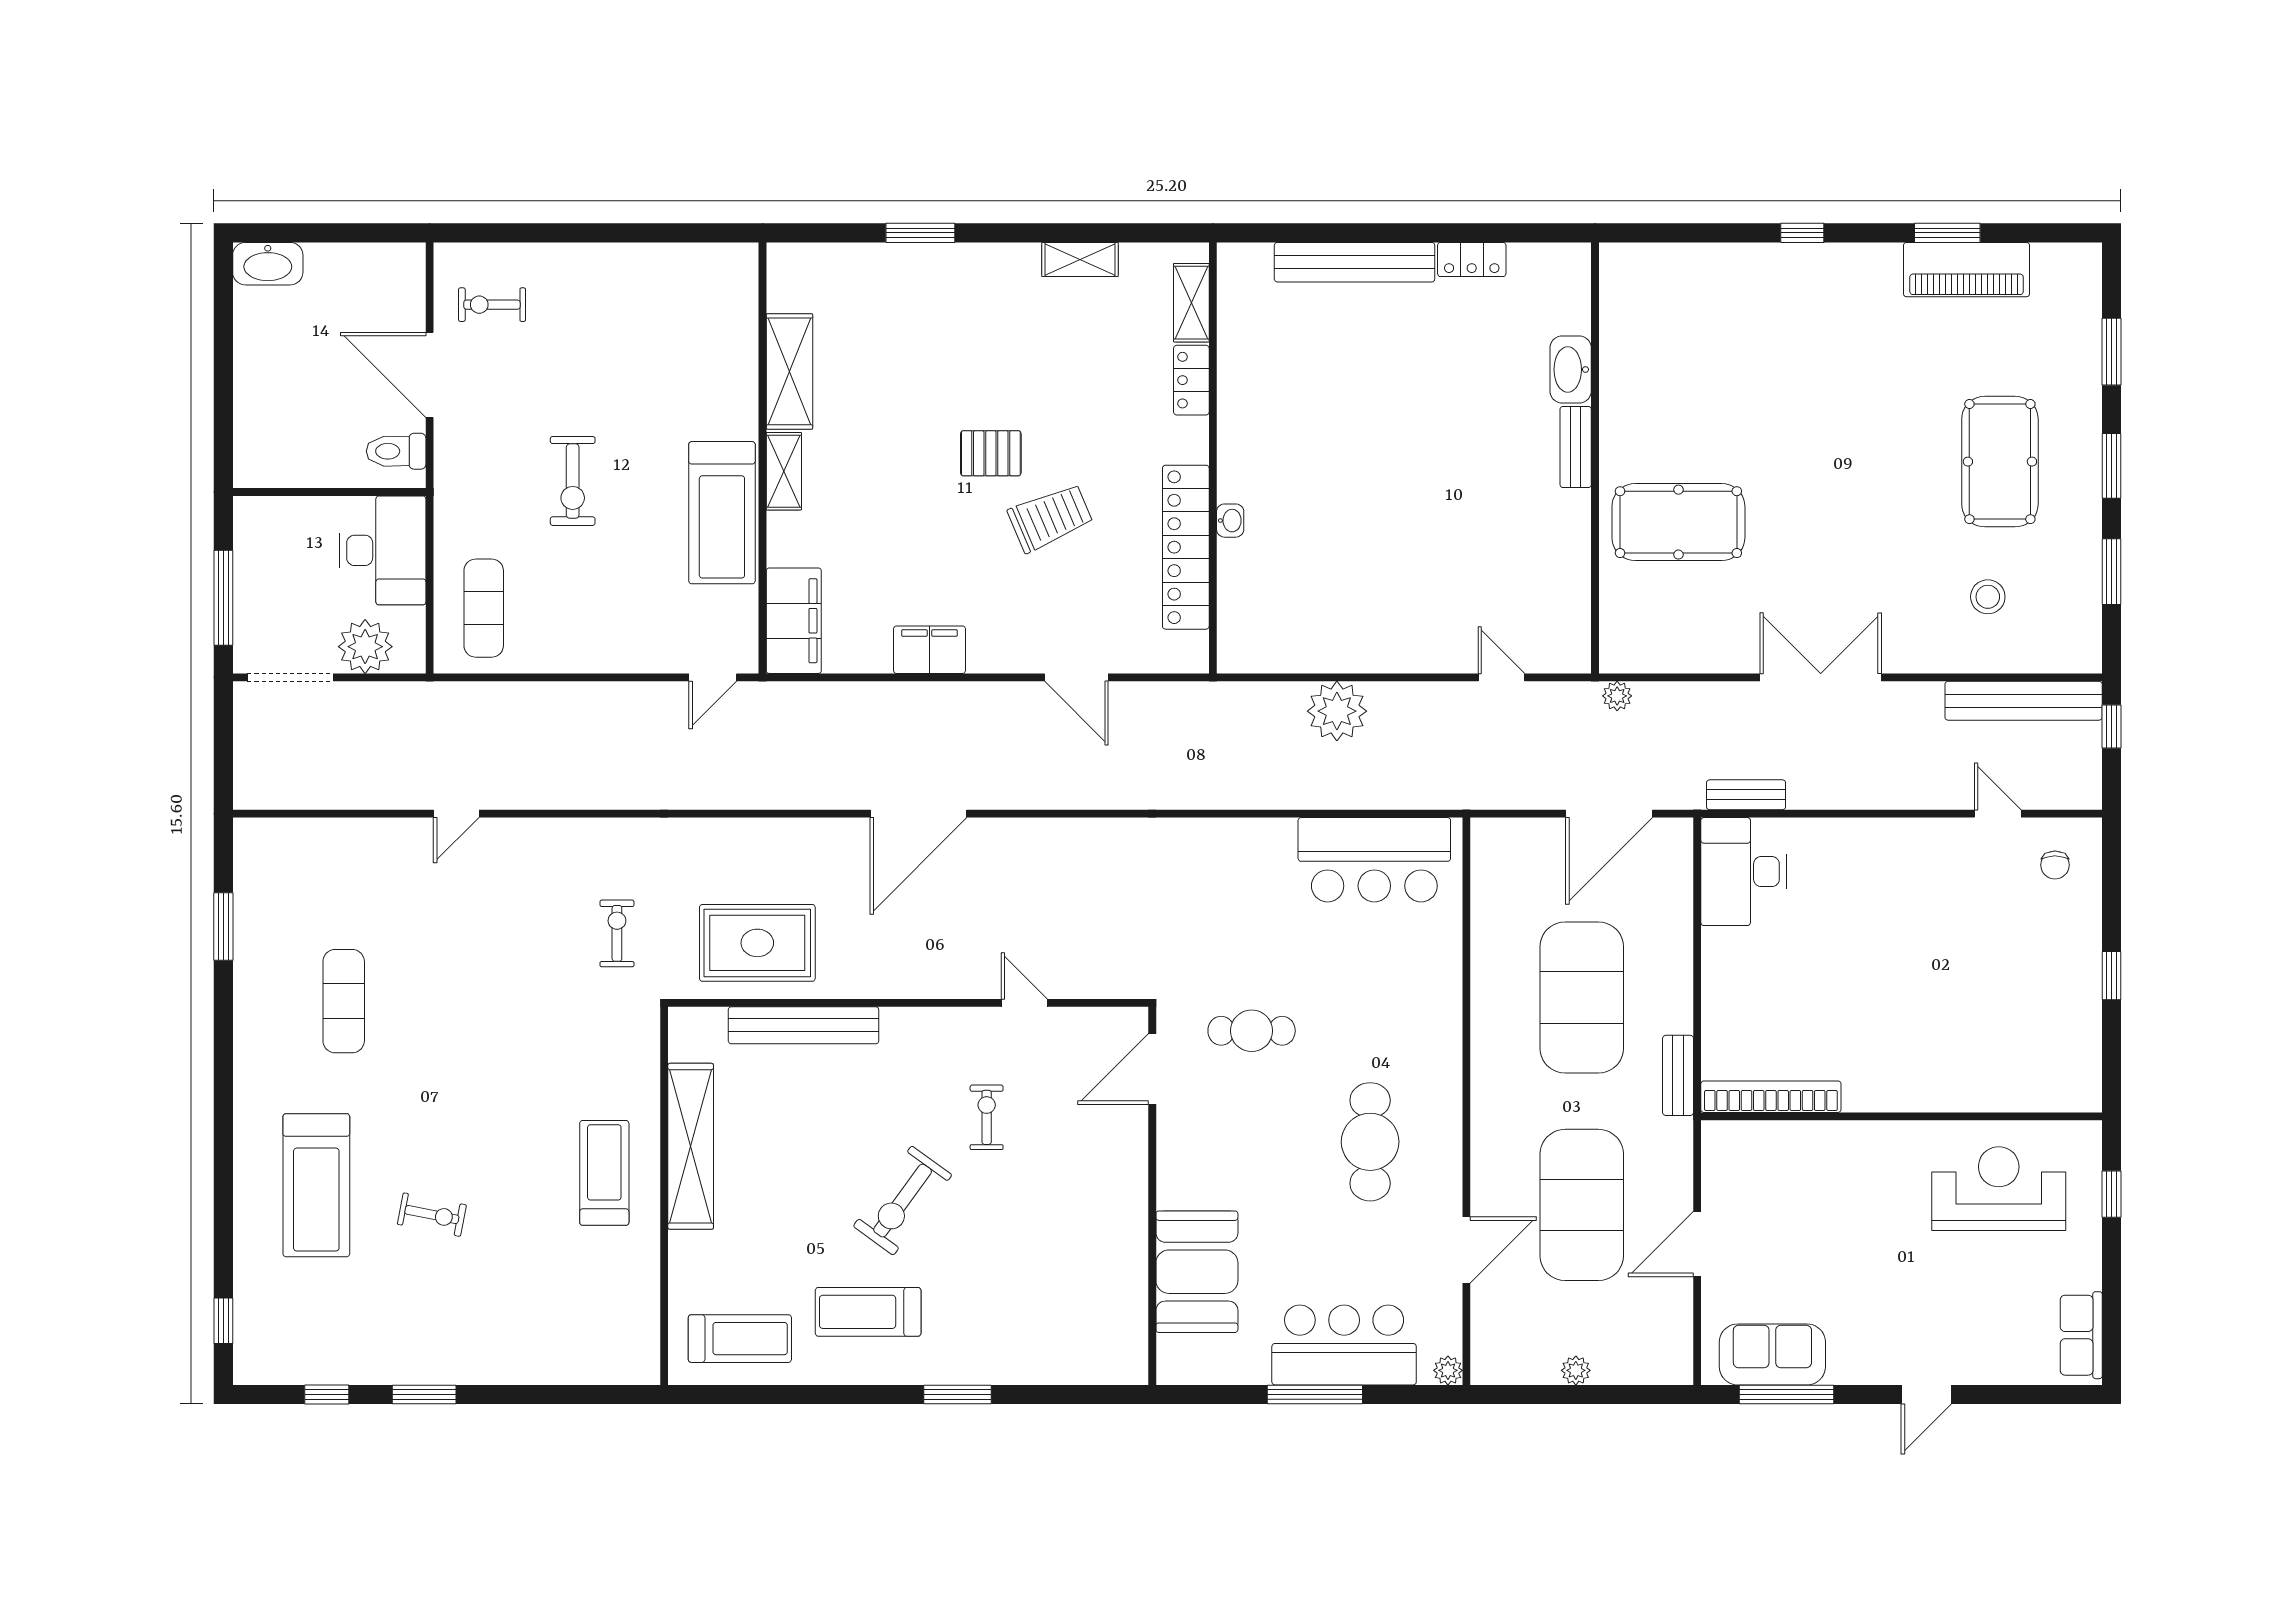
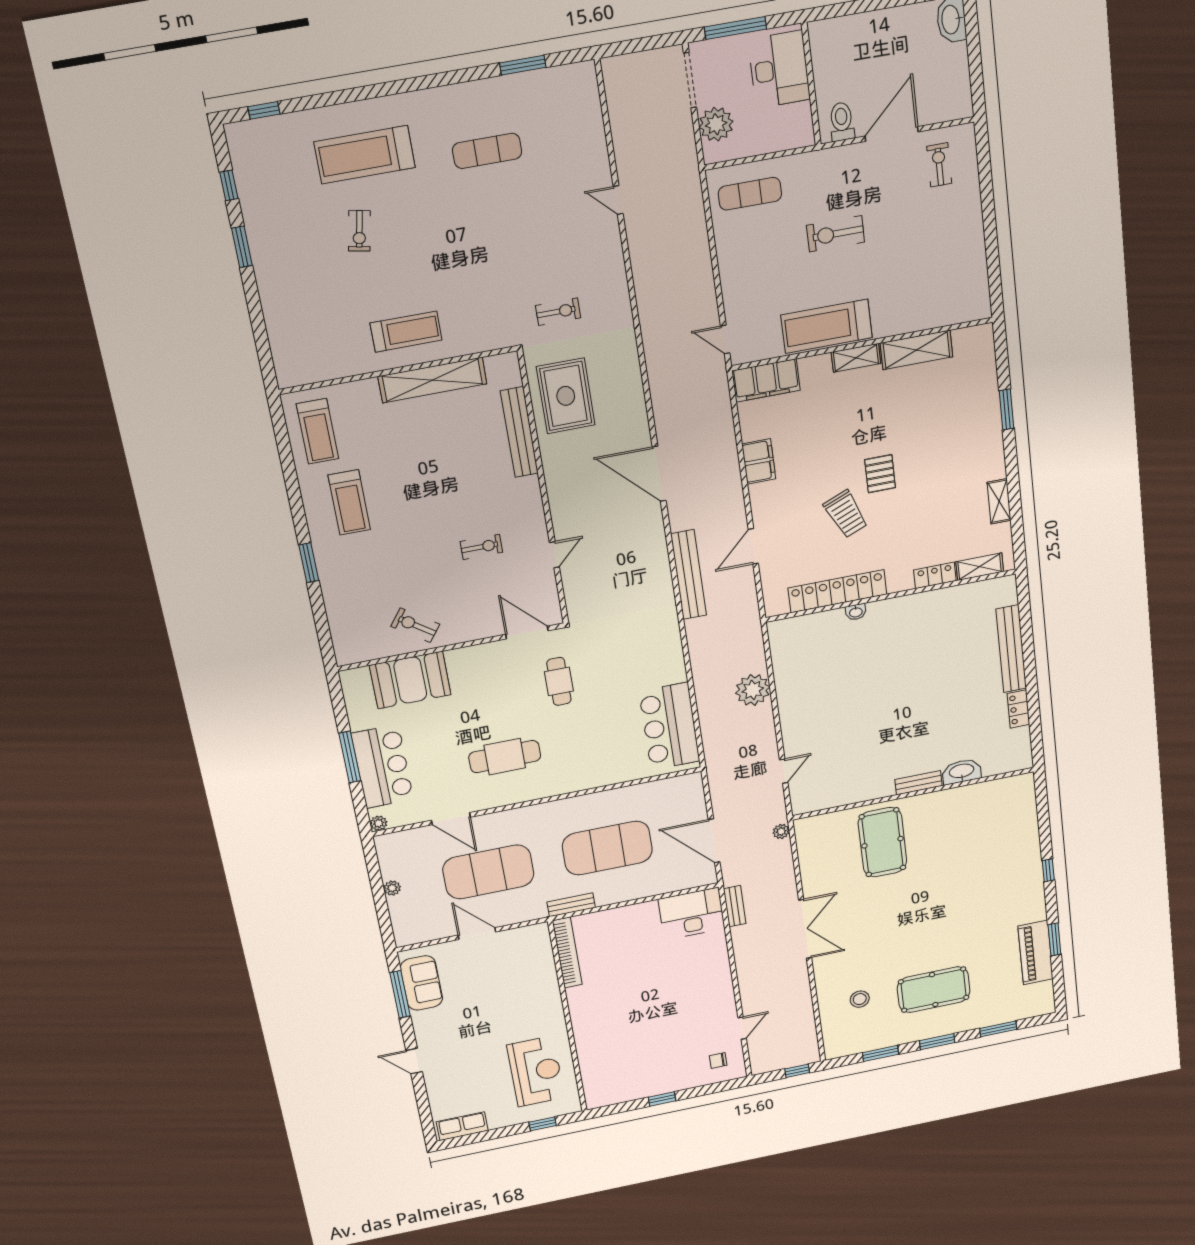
desk: (383, 550) -> (779, 69), moved, turned -90
bench: (2024, 701) -> (688, 575), moved
exercise bike: (903, 1201) -> (415, 625), moved, width x0.73, depth x0.72
treadmill: (868, 1312) -> (349, 502), turned 180

